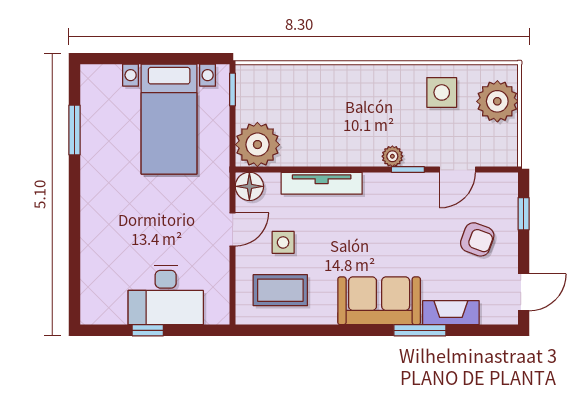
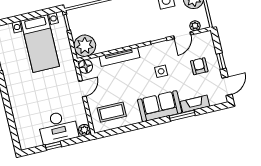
plant: (392, 156) -> (195, 26), moved
window: (524, 214) -> (221, 61), moved
armchair: (477, 239) -> (199, 66), turned -110
side table: (283, 242) -> (161, 71), moved
plant: (217, 313) -> (84, 130), added

